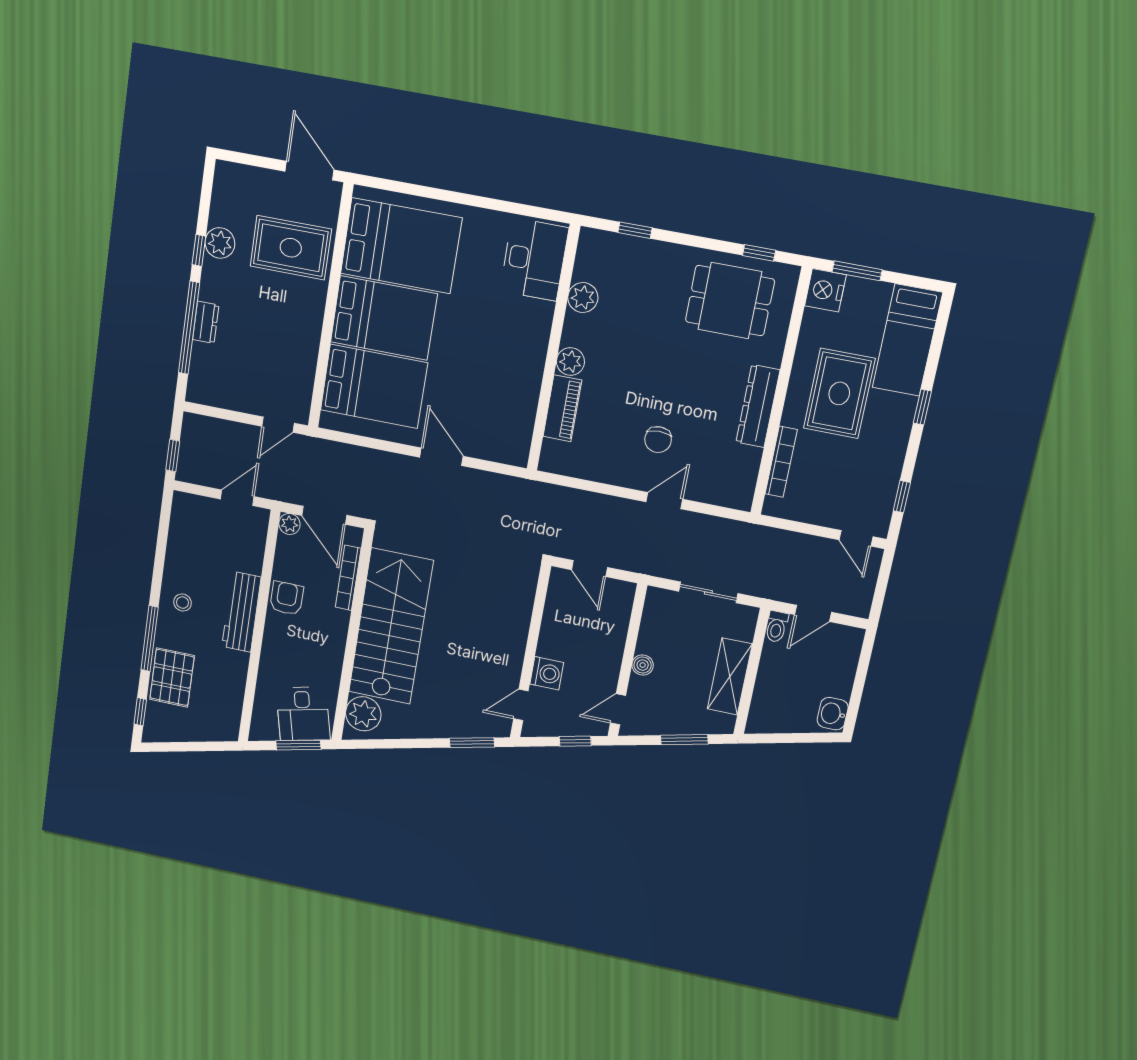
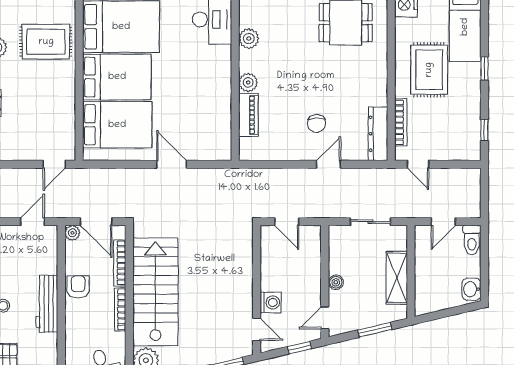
dresser: (758, 406) -> (378, 134), moved
door: (856, 538) -> (418, 164), moved
toilet: (777, 627) -> (472, 240), moved, width x1.37, depth x1.39
bookcase: (339, 640) -> (120, 309), added
door: (521, 705) -> (257, 329), swing flipped

